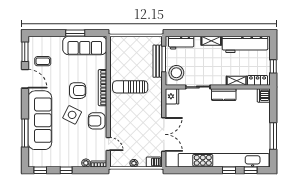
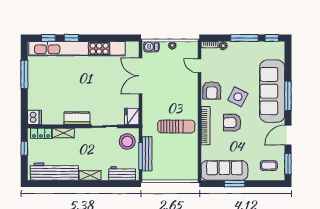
coffee table: (43, 61) -> (269, 166), moved
door: (25, 79) -> (288, 135), hinge flipped
armchair: (97, 121) -> (212, 90), turned 90
window: (25, 133) -> (288, 96), moved
window: (66, 170) -> (244, 38), width x2.17

